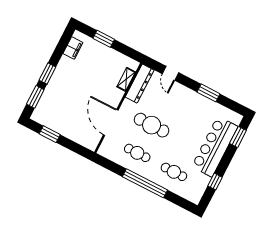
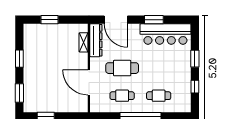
filing cabinet: (73, 48) -> (29, 39), removed
door: (170, 73) -> (116, 20), width x1.88
window: (47, 74) -> (19, 59), moved
window: (238, 137) -> (195, 59), moved
bar counter: (215, 147) -> (165, 34), moved, turned -90

